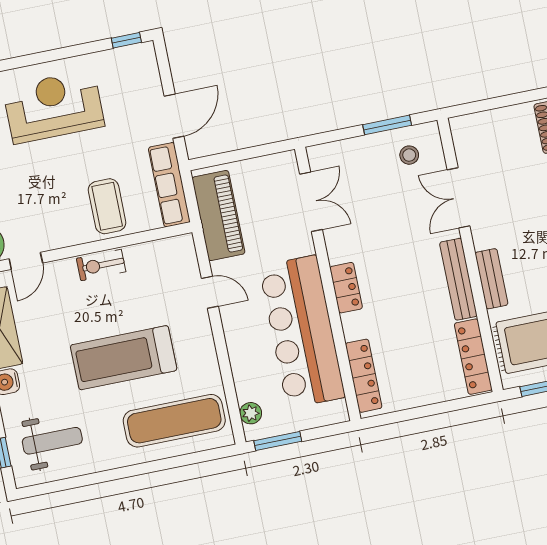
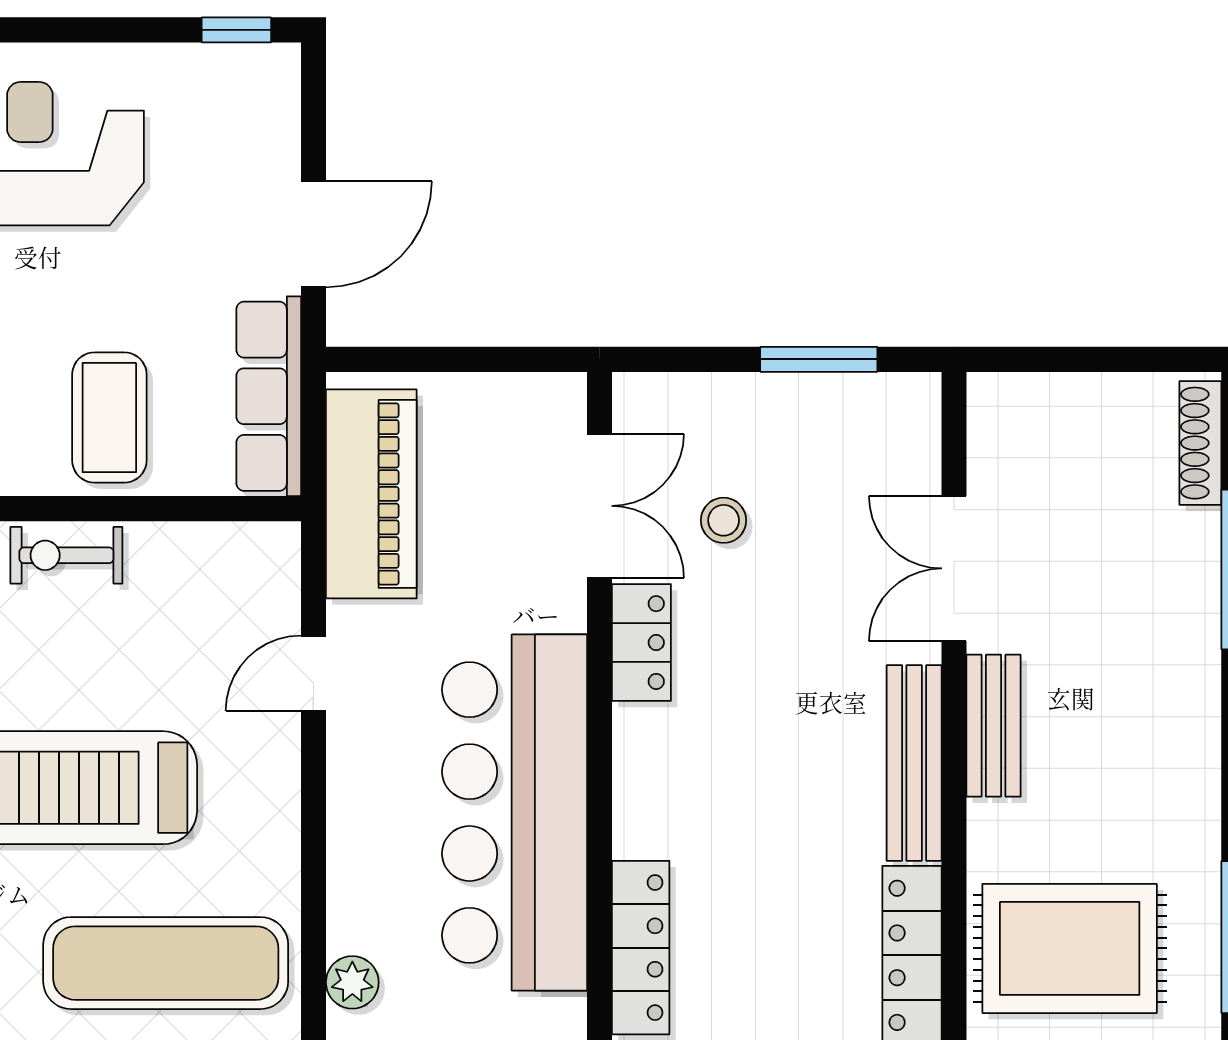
stool: (409, 155) -> (724, 520), moved
bench: (491, 279) -> (994, 726), moved
locker: (346, 288) -> (641, 643), moved
door: (210, 292) -> (313, 673), swing flipped

